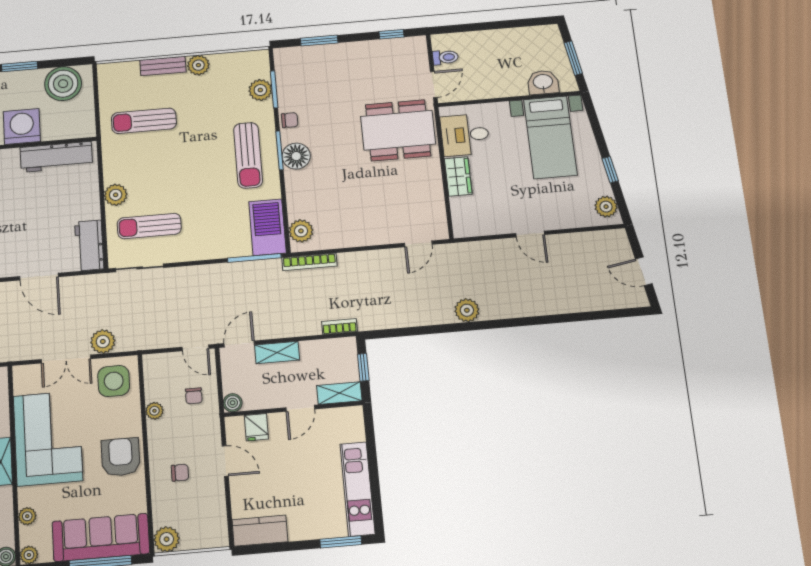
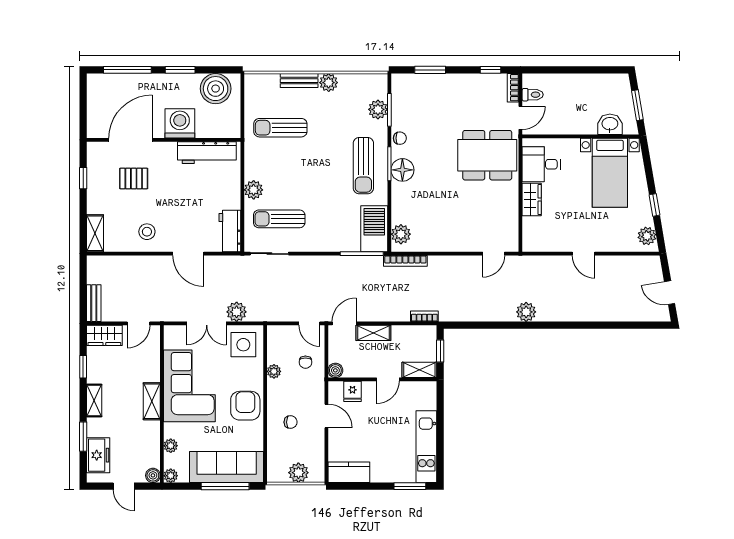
bookcase: (421, 52) -> (513, 88), added
plant: (167, 539) -> (298, 473), moved

